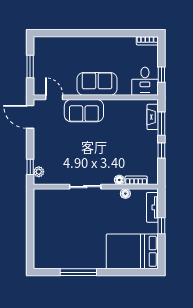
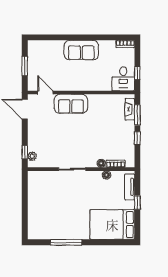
sofa: (97, 84) -> (81, 50), moved, turned 180

